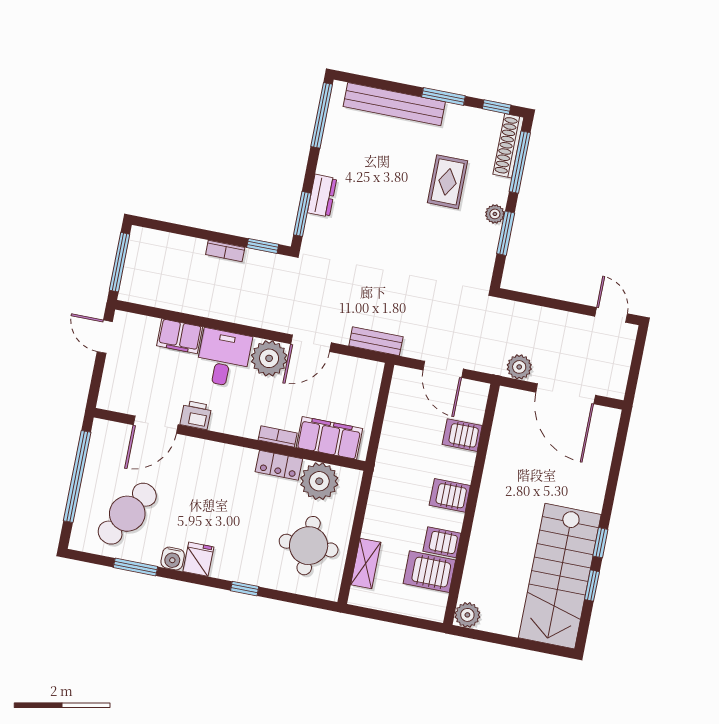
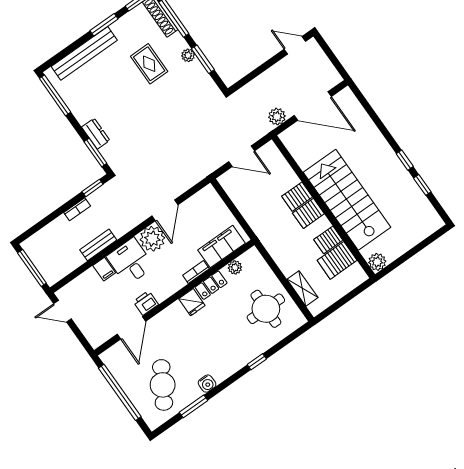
filing cabinet: (180, 336) -> (104, 269), width x0.50
bench: (376, 341) -> (98, 245), moved
server rack: (462, 435) -> (297, 197), moved
plant: (319, 481) -> (235, 267), width x0.53, depth x0.53
fridge: (198, 559) -> (192, 302), moved, turned 180
stairs: (560, 576) -> (347, 200), moved, turned 180

